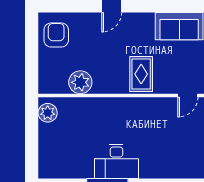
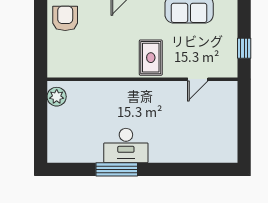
plant: (80, 82) -> (90, 66), removed

